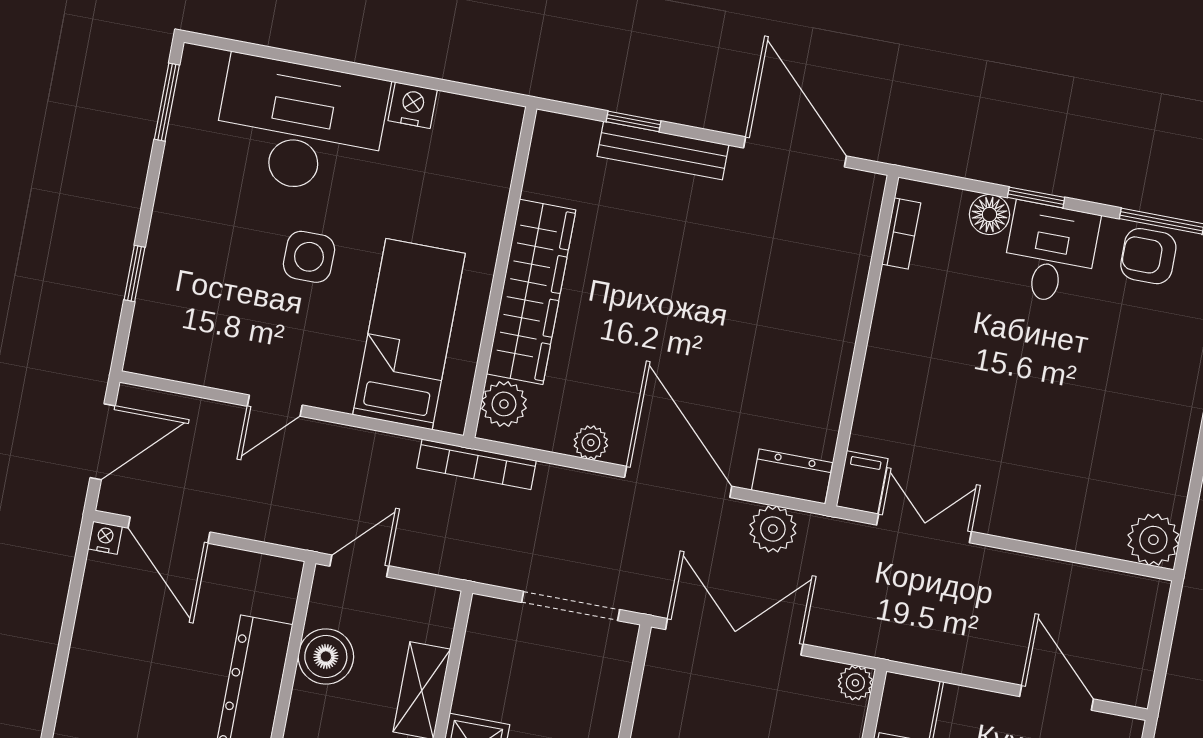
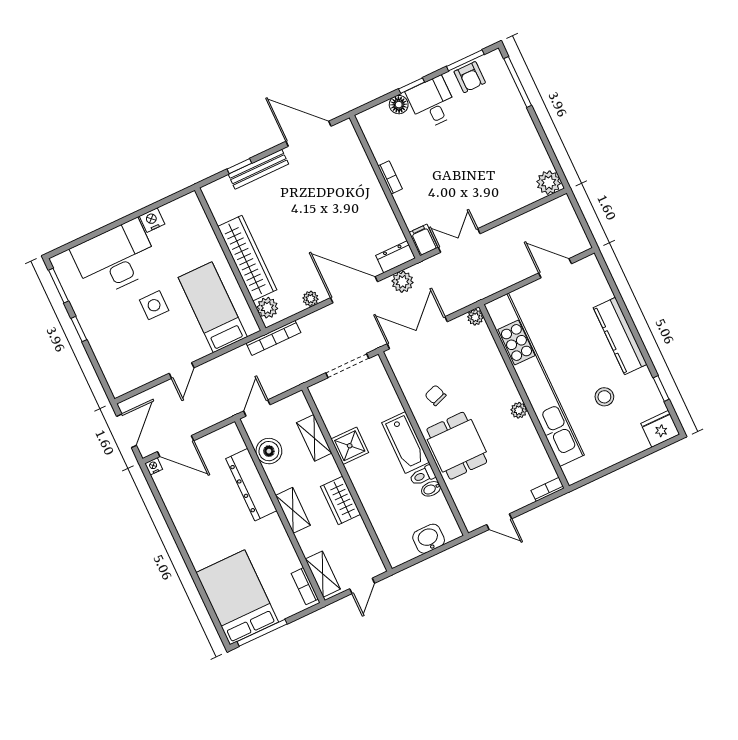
bookcase: (901, 233) -> (390, 177), moved
armchair: (1148, 256) -> (470, 77), turned -90
window: (134, 273) -> (79, 329), moved

